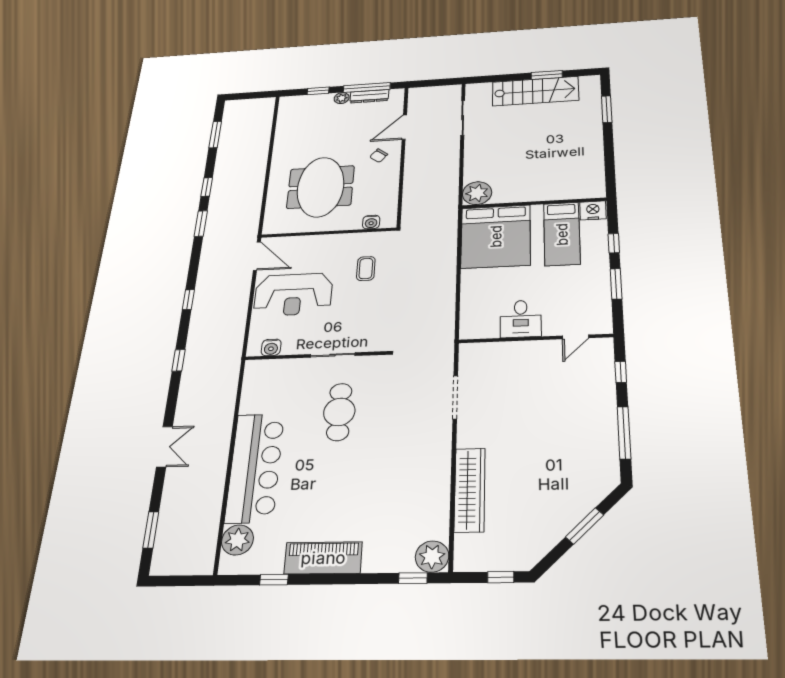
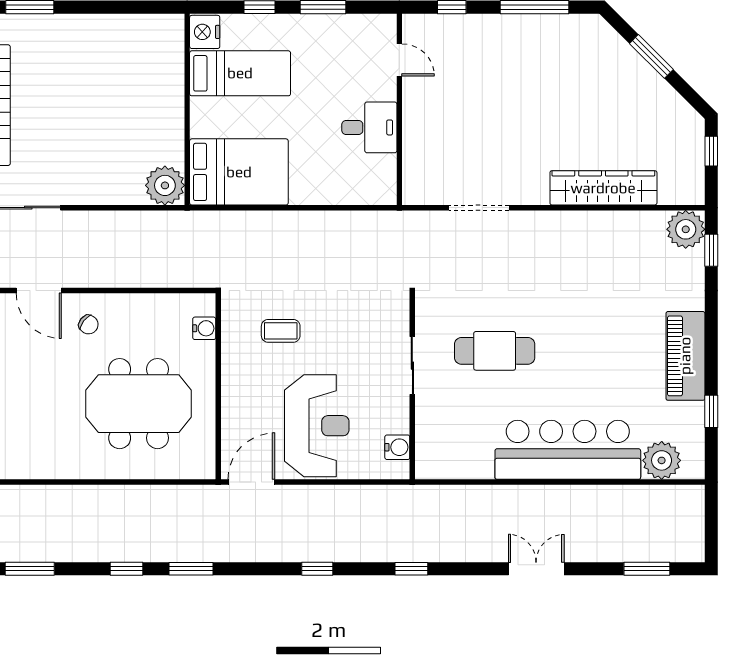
bed: (496, 236) -> (239, 172), width x0.73

